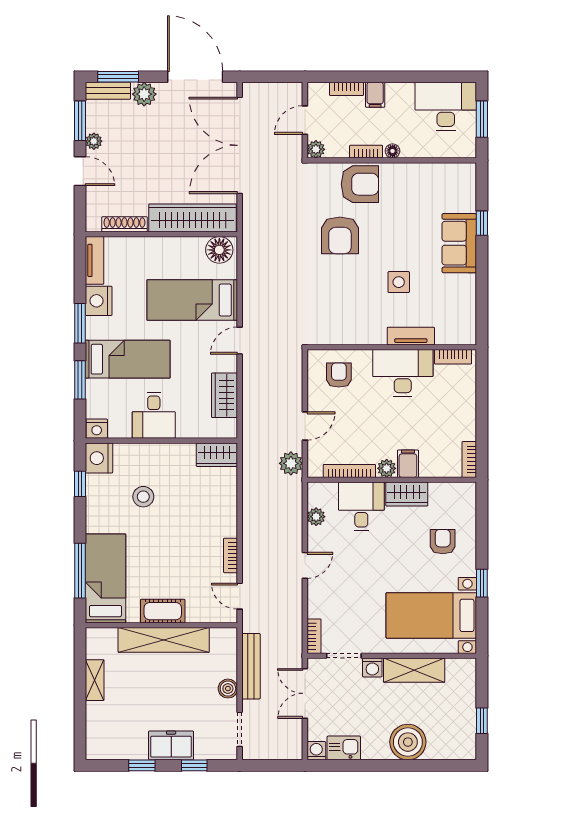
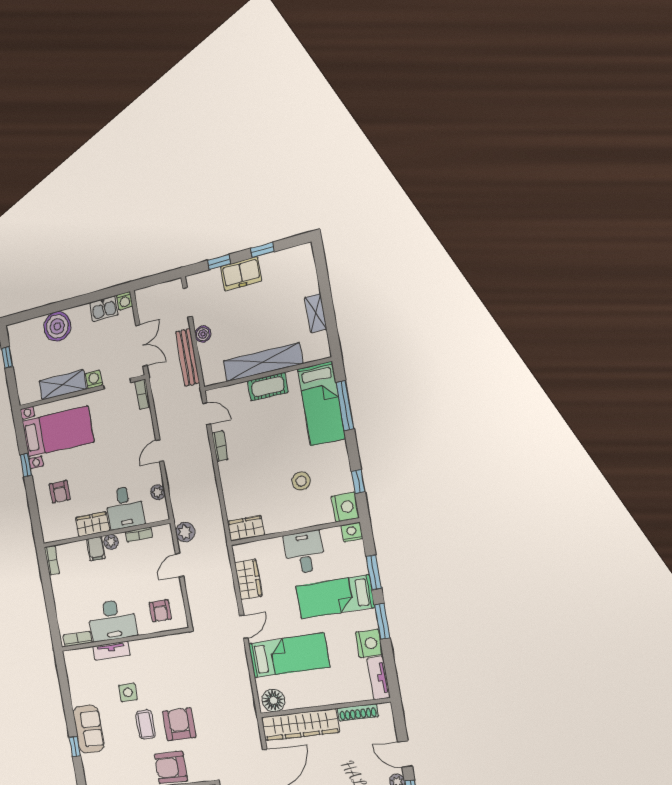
coffee table: (383, 240) -> (146, 725), added
bookcase: (349, 471) -> (139, 535), width x0.64

